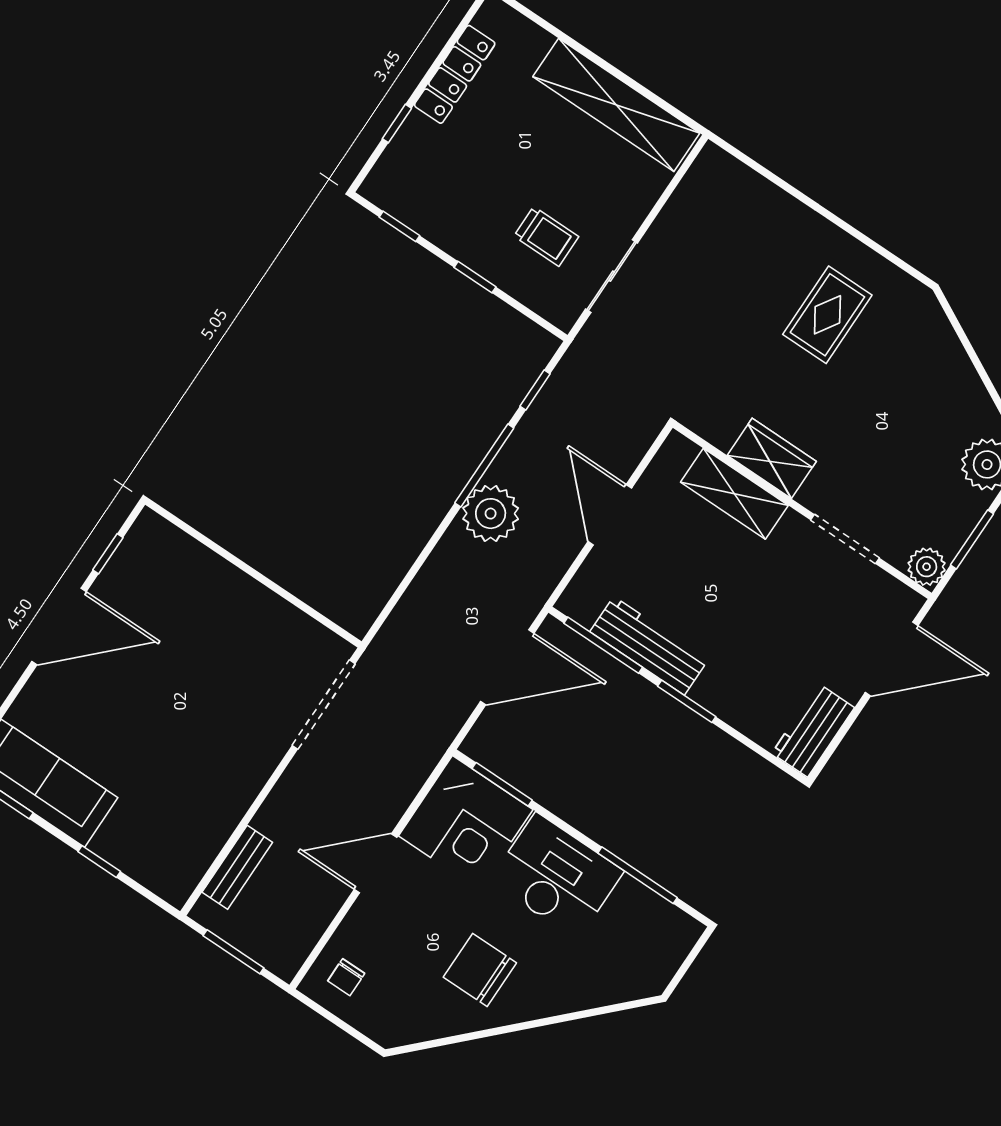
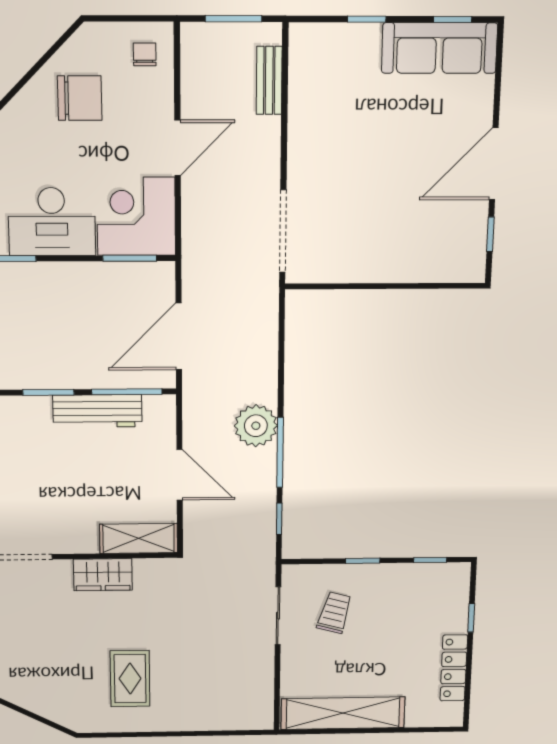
trolley: (546, 236) -> (334, 613), turned 105
shelving: (734, 494) -> (139, 538), moved
chair: (480, 970) -> (80, 98), moved

